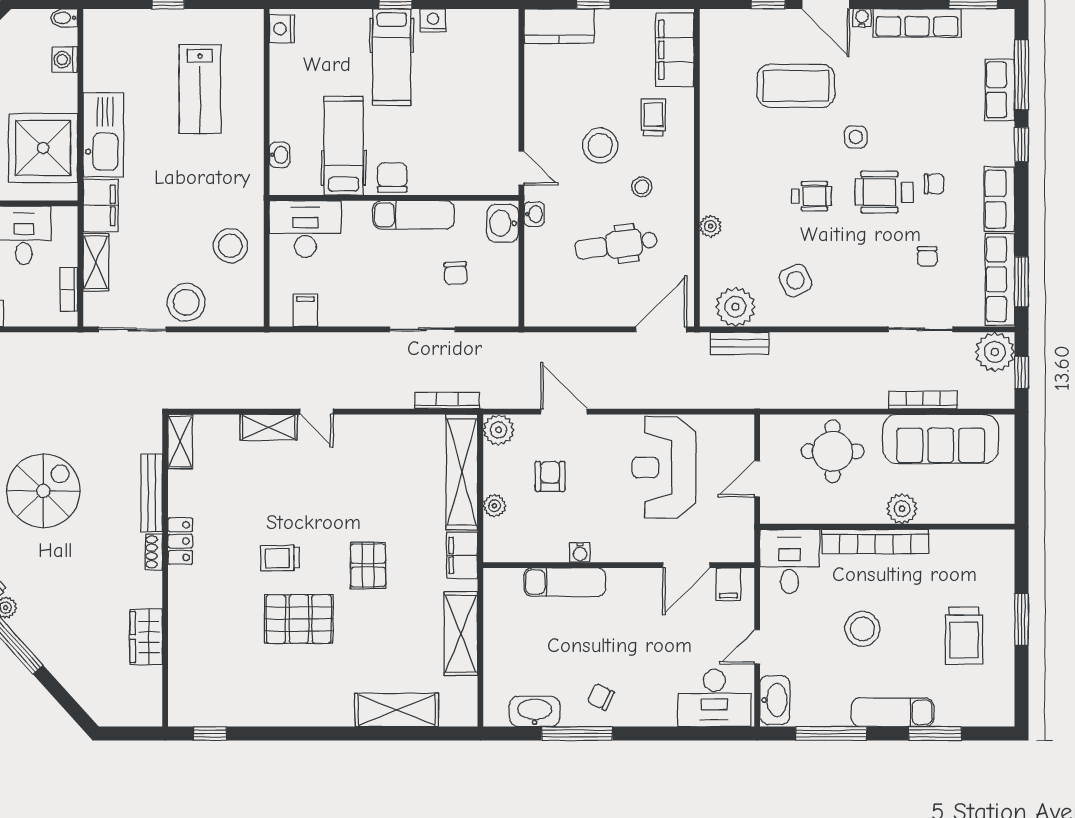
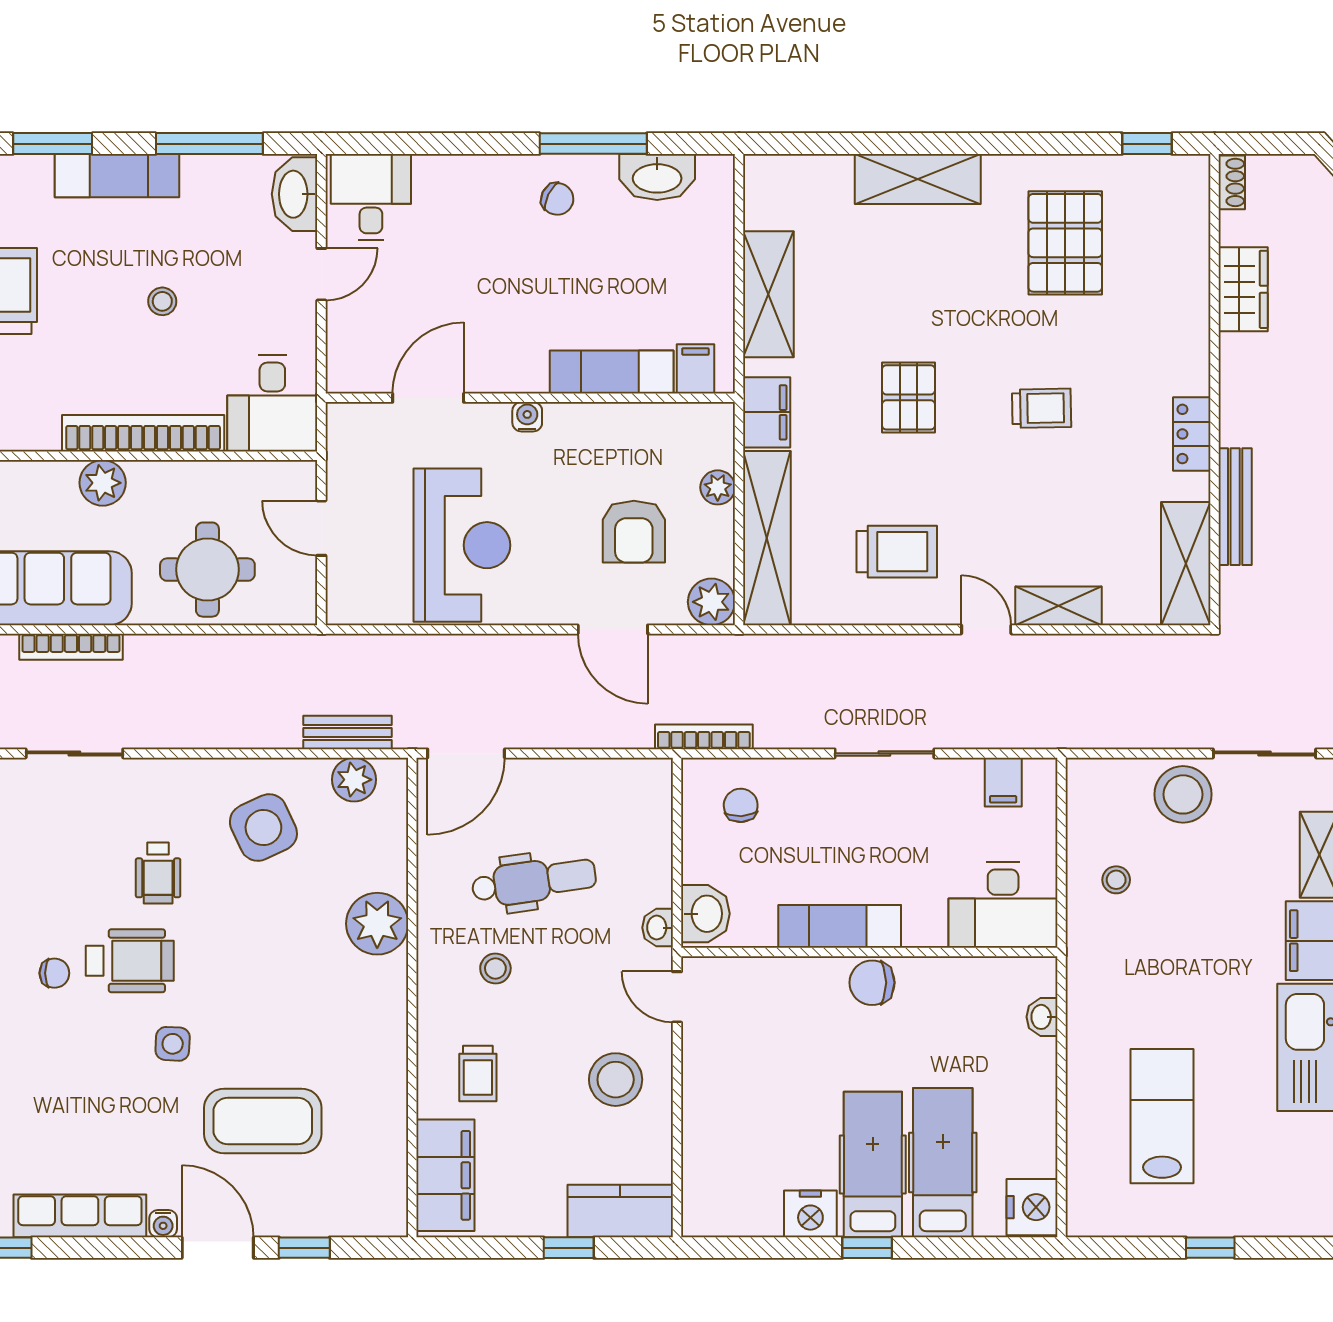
nightstand: (433, 21) -> (810, 1214), width x1.36, depth x1.33
nightstand: (282, 29) -> (1032, 1207), width x1.36, depth x1.33
stool: (600, 145) -> (616, 1080), moved
hospital bed: (344, 146) -> (943, 1163), moved, turned 180
chair: (392, 177) -> (872, 983), turned 90
chair: (934, 184) -> (54, 973), turned 180
wheelchair: (811, 196) -> (158, 873), moved, turned -90
plant: (710, 226) -> (377, 924), width x1.88, depth x1.88
stool: (230, 246) -> (1116, 880), width x0.53, depth x0.53
chair: (927, 256) -> (65, 864), removed
chair: (456, 273) -> (741, 805), moved
side table: (795, 280) -> (263, 828), width x1.37, depth x1.37
plant: (735, 307) -> (354, 780), width x0.73, depth x0.73
sliding door: (422, 329) -> (884, 753), moved
bookcase: (447, 401) -> (704, 737), moved, turned 180
shelving: (180, 442) -> (1186, 564), width x1.50, depth x1.33
trolley: (376, 463) -> (897, 552), added
armchair: (550, 476) -> (634, 532), width x1.38, depth x1.38
door: (757, 479) -> (321, 528), swing flipped
shoe rack: (154, 552) -> (1232, 182), moved
water cooler: (580, 552) -> (527, 417), moved
filing cabinet: (728, 584) -> (695, 369), moved
pallet: (299, 619) -> (1065, 243), moved, turned 90
stool: (862, 629) -> (162, 301), width x0.53, depth x0.53
desk: (714, 698) -> (371, 197), width x0.73
shelving: (397, 710) -> (918, 179), moved

